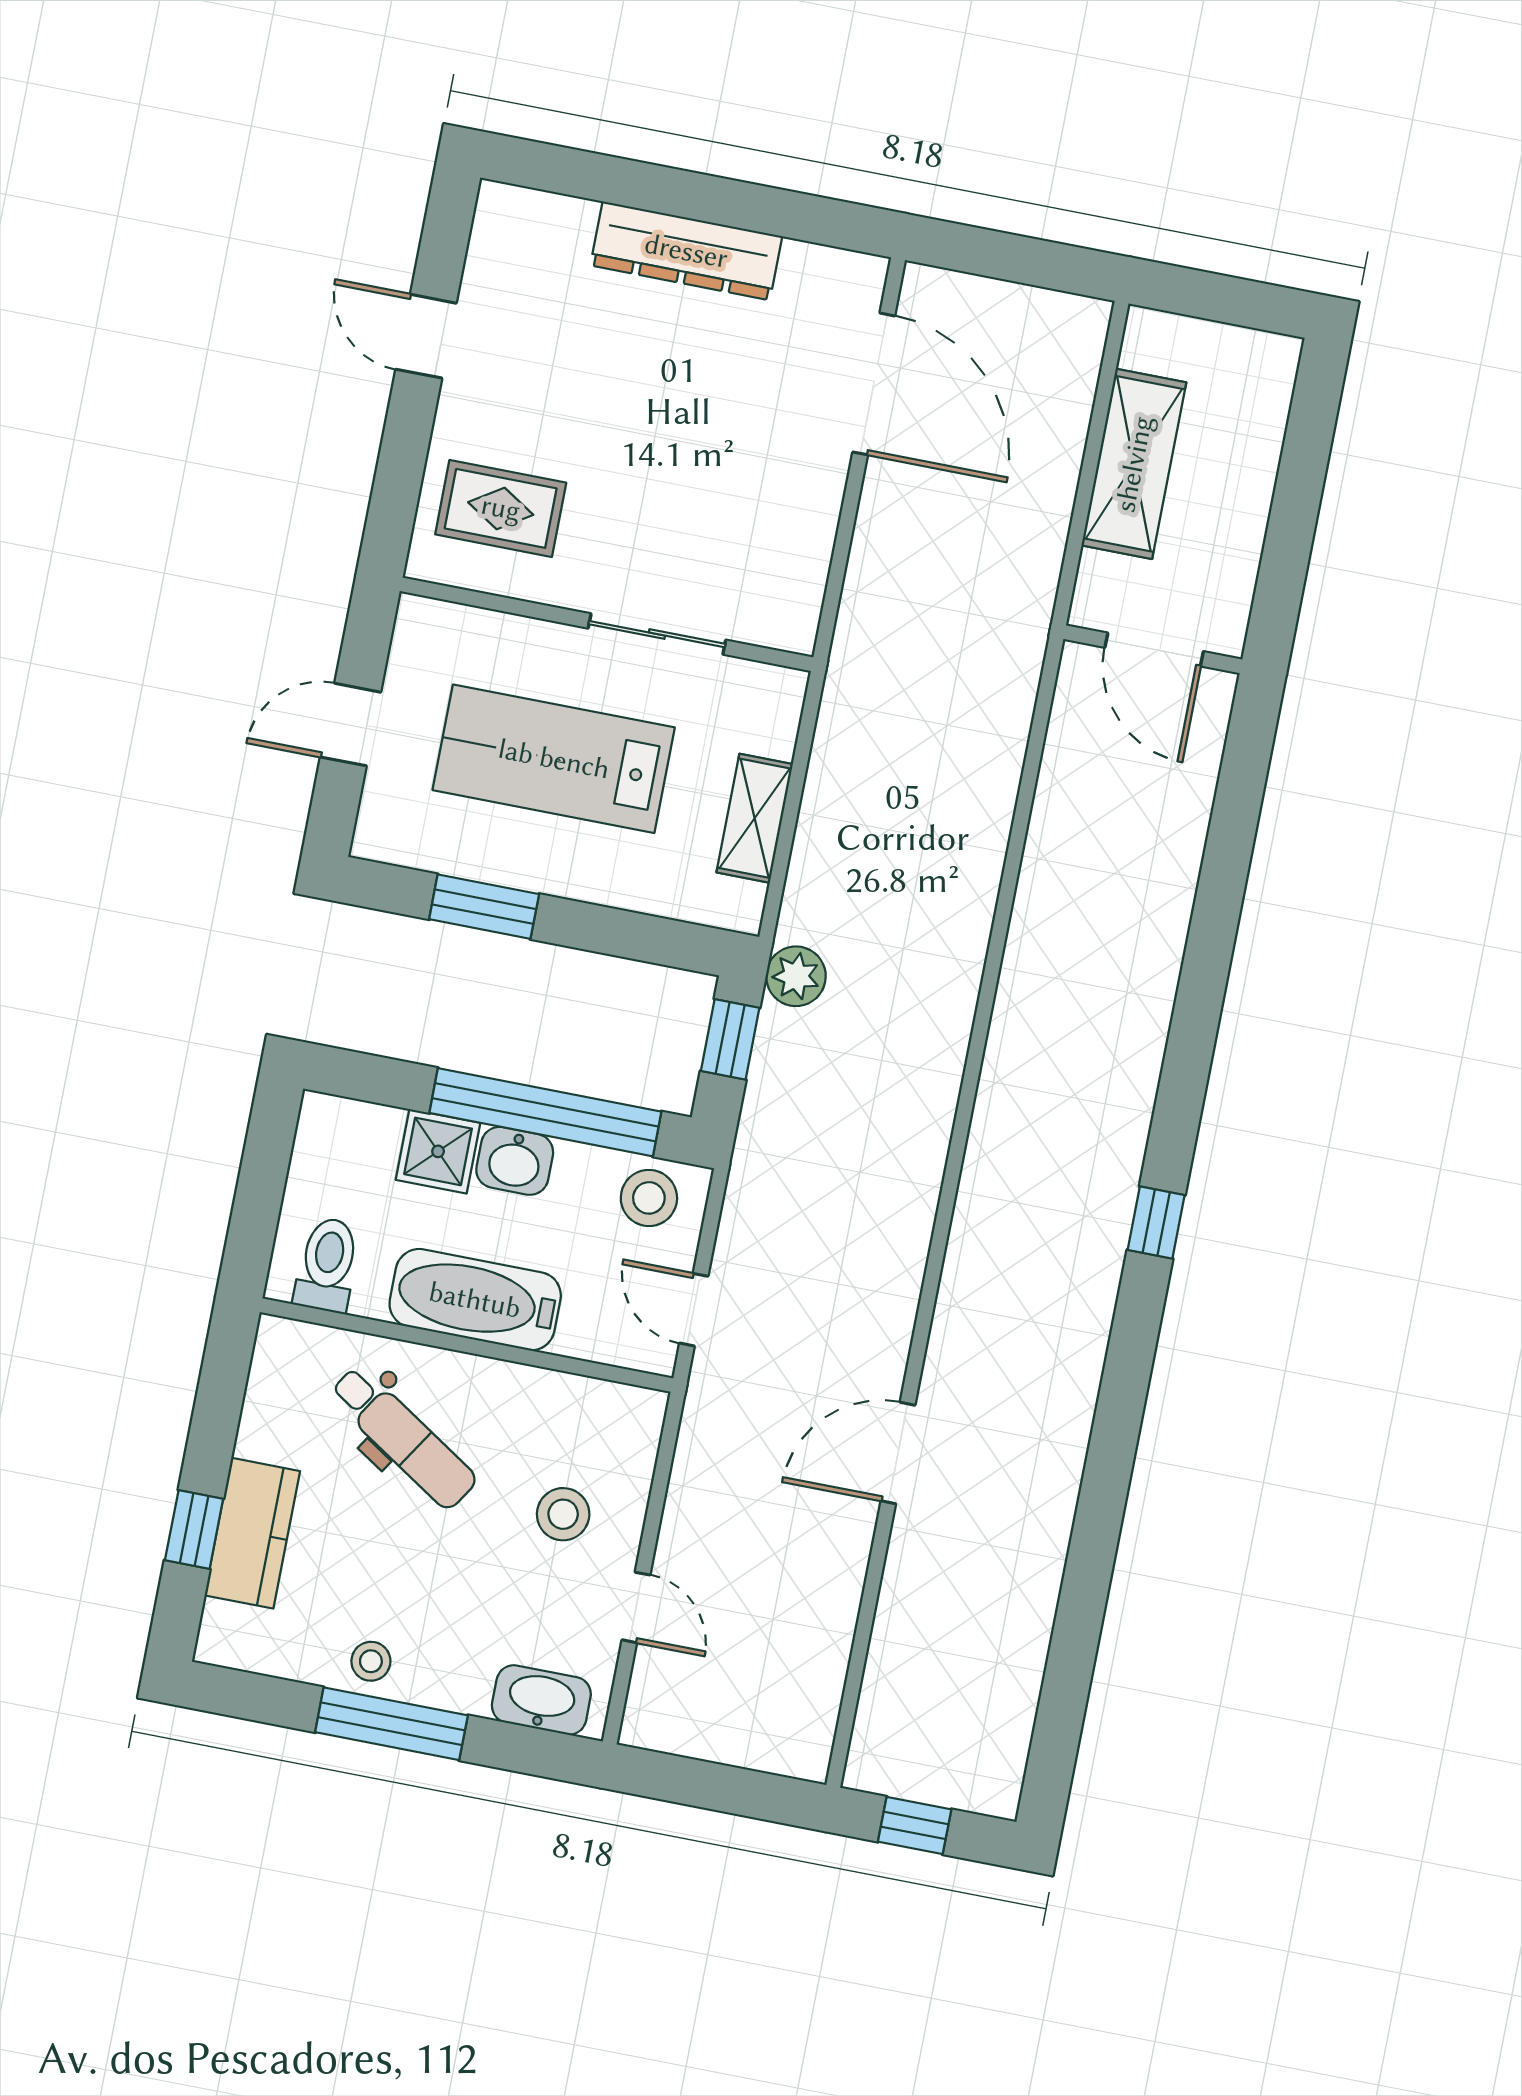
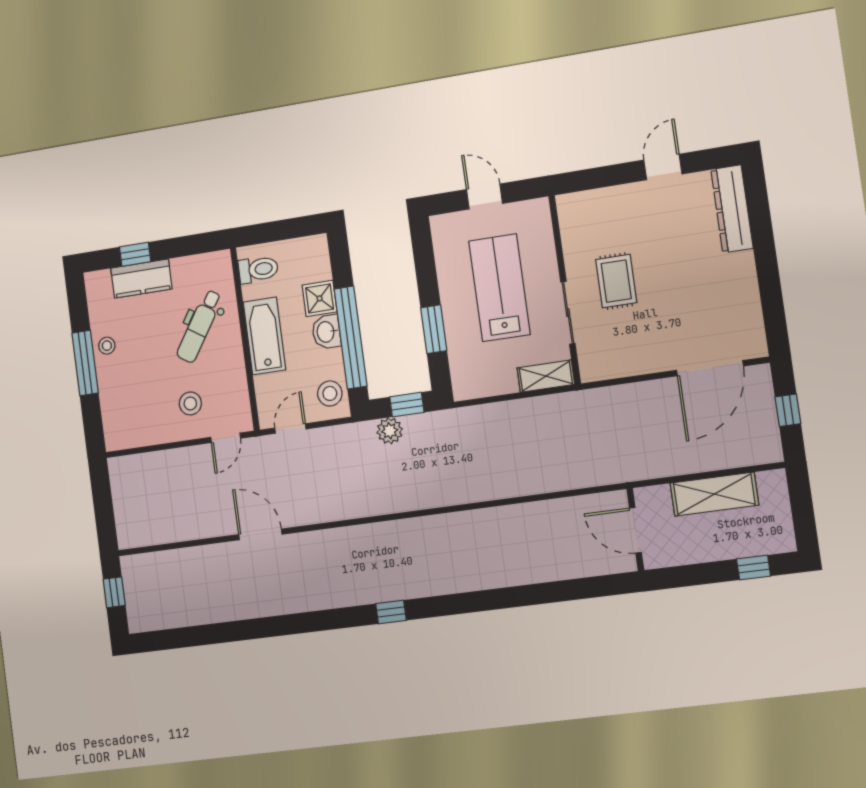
dresser: (686, 251) -> (732, 209), moved
window: (1014, 258) -> (788, 410), added
window: (1309, 436) -> (754, 567), added
rug: (501, 508) -> (616, 281), moved
door: (1154, 650) -> (635, 530), hinge flipped
shelving: (755, 818) -> (546, 376), moved
window: (484, 907) -> (434, 329), moved
plant: (796, 976) -> (390, 431), moved
door: (636, 1607) -> (226, 438), moved
washbasin: (541, 1700) -> (114, 421), removed

